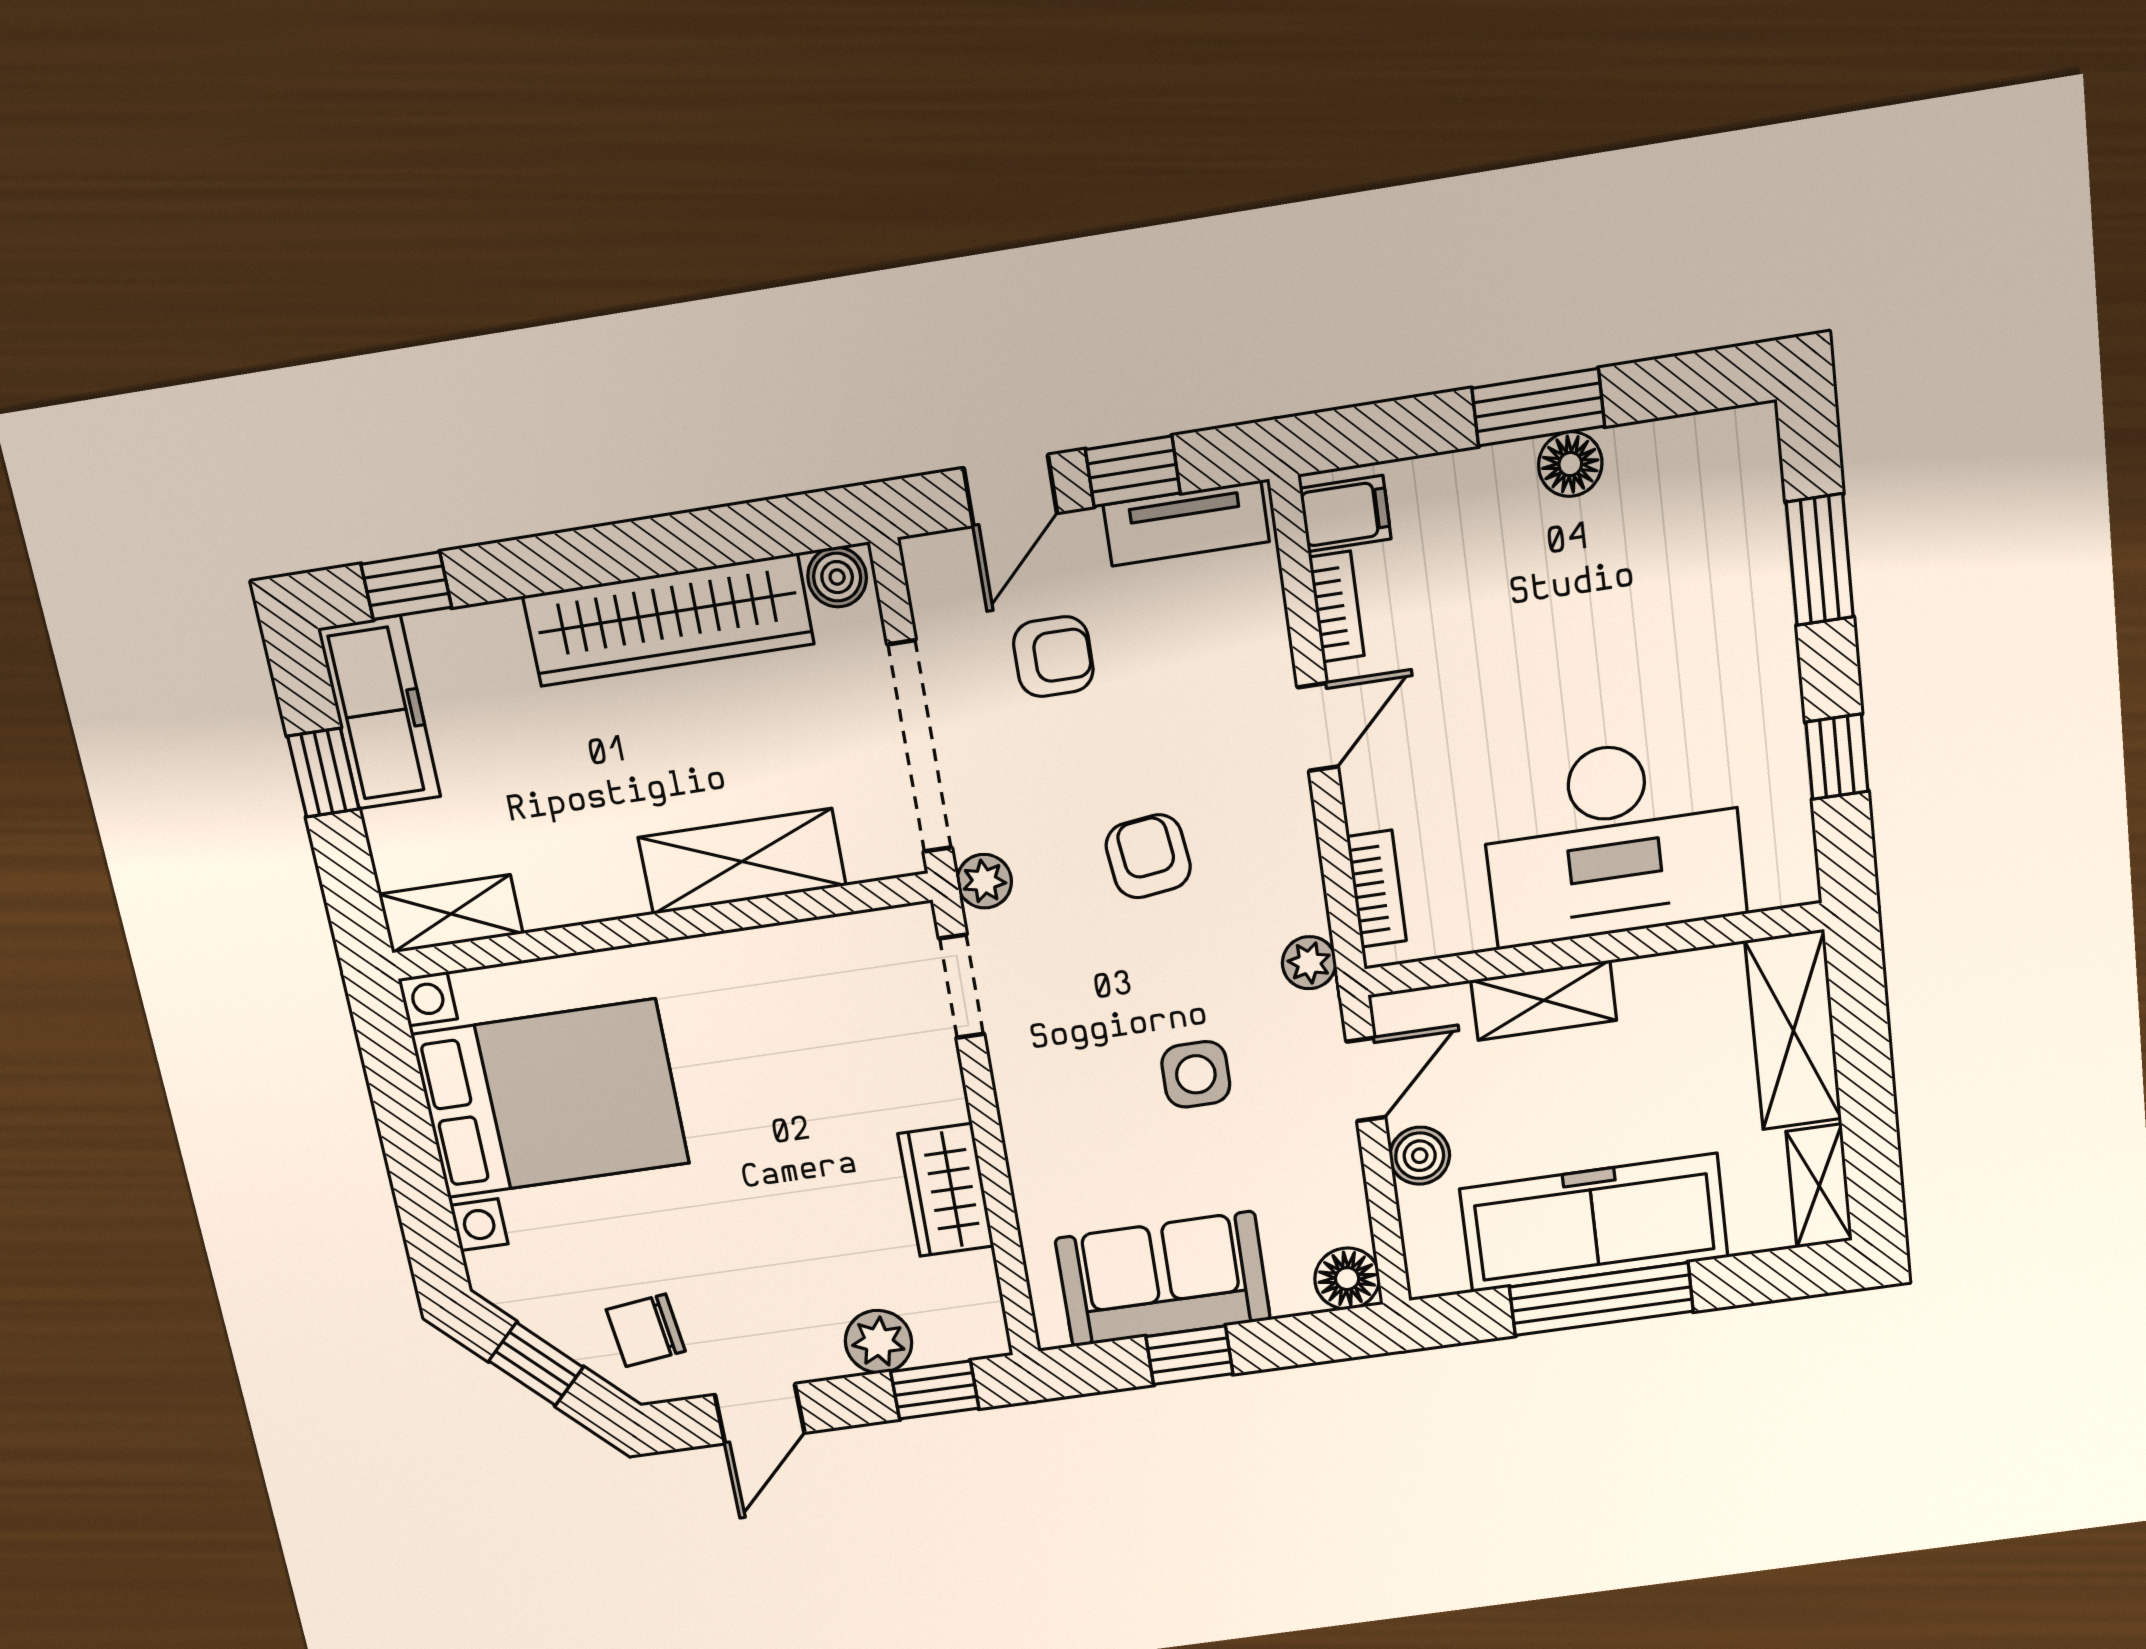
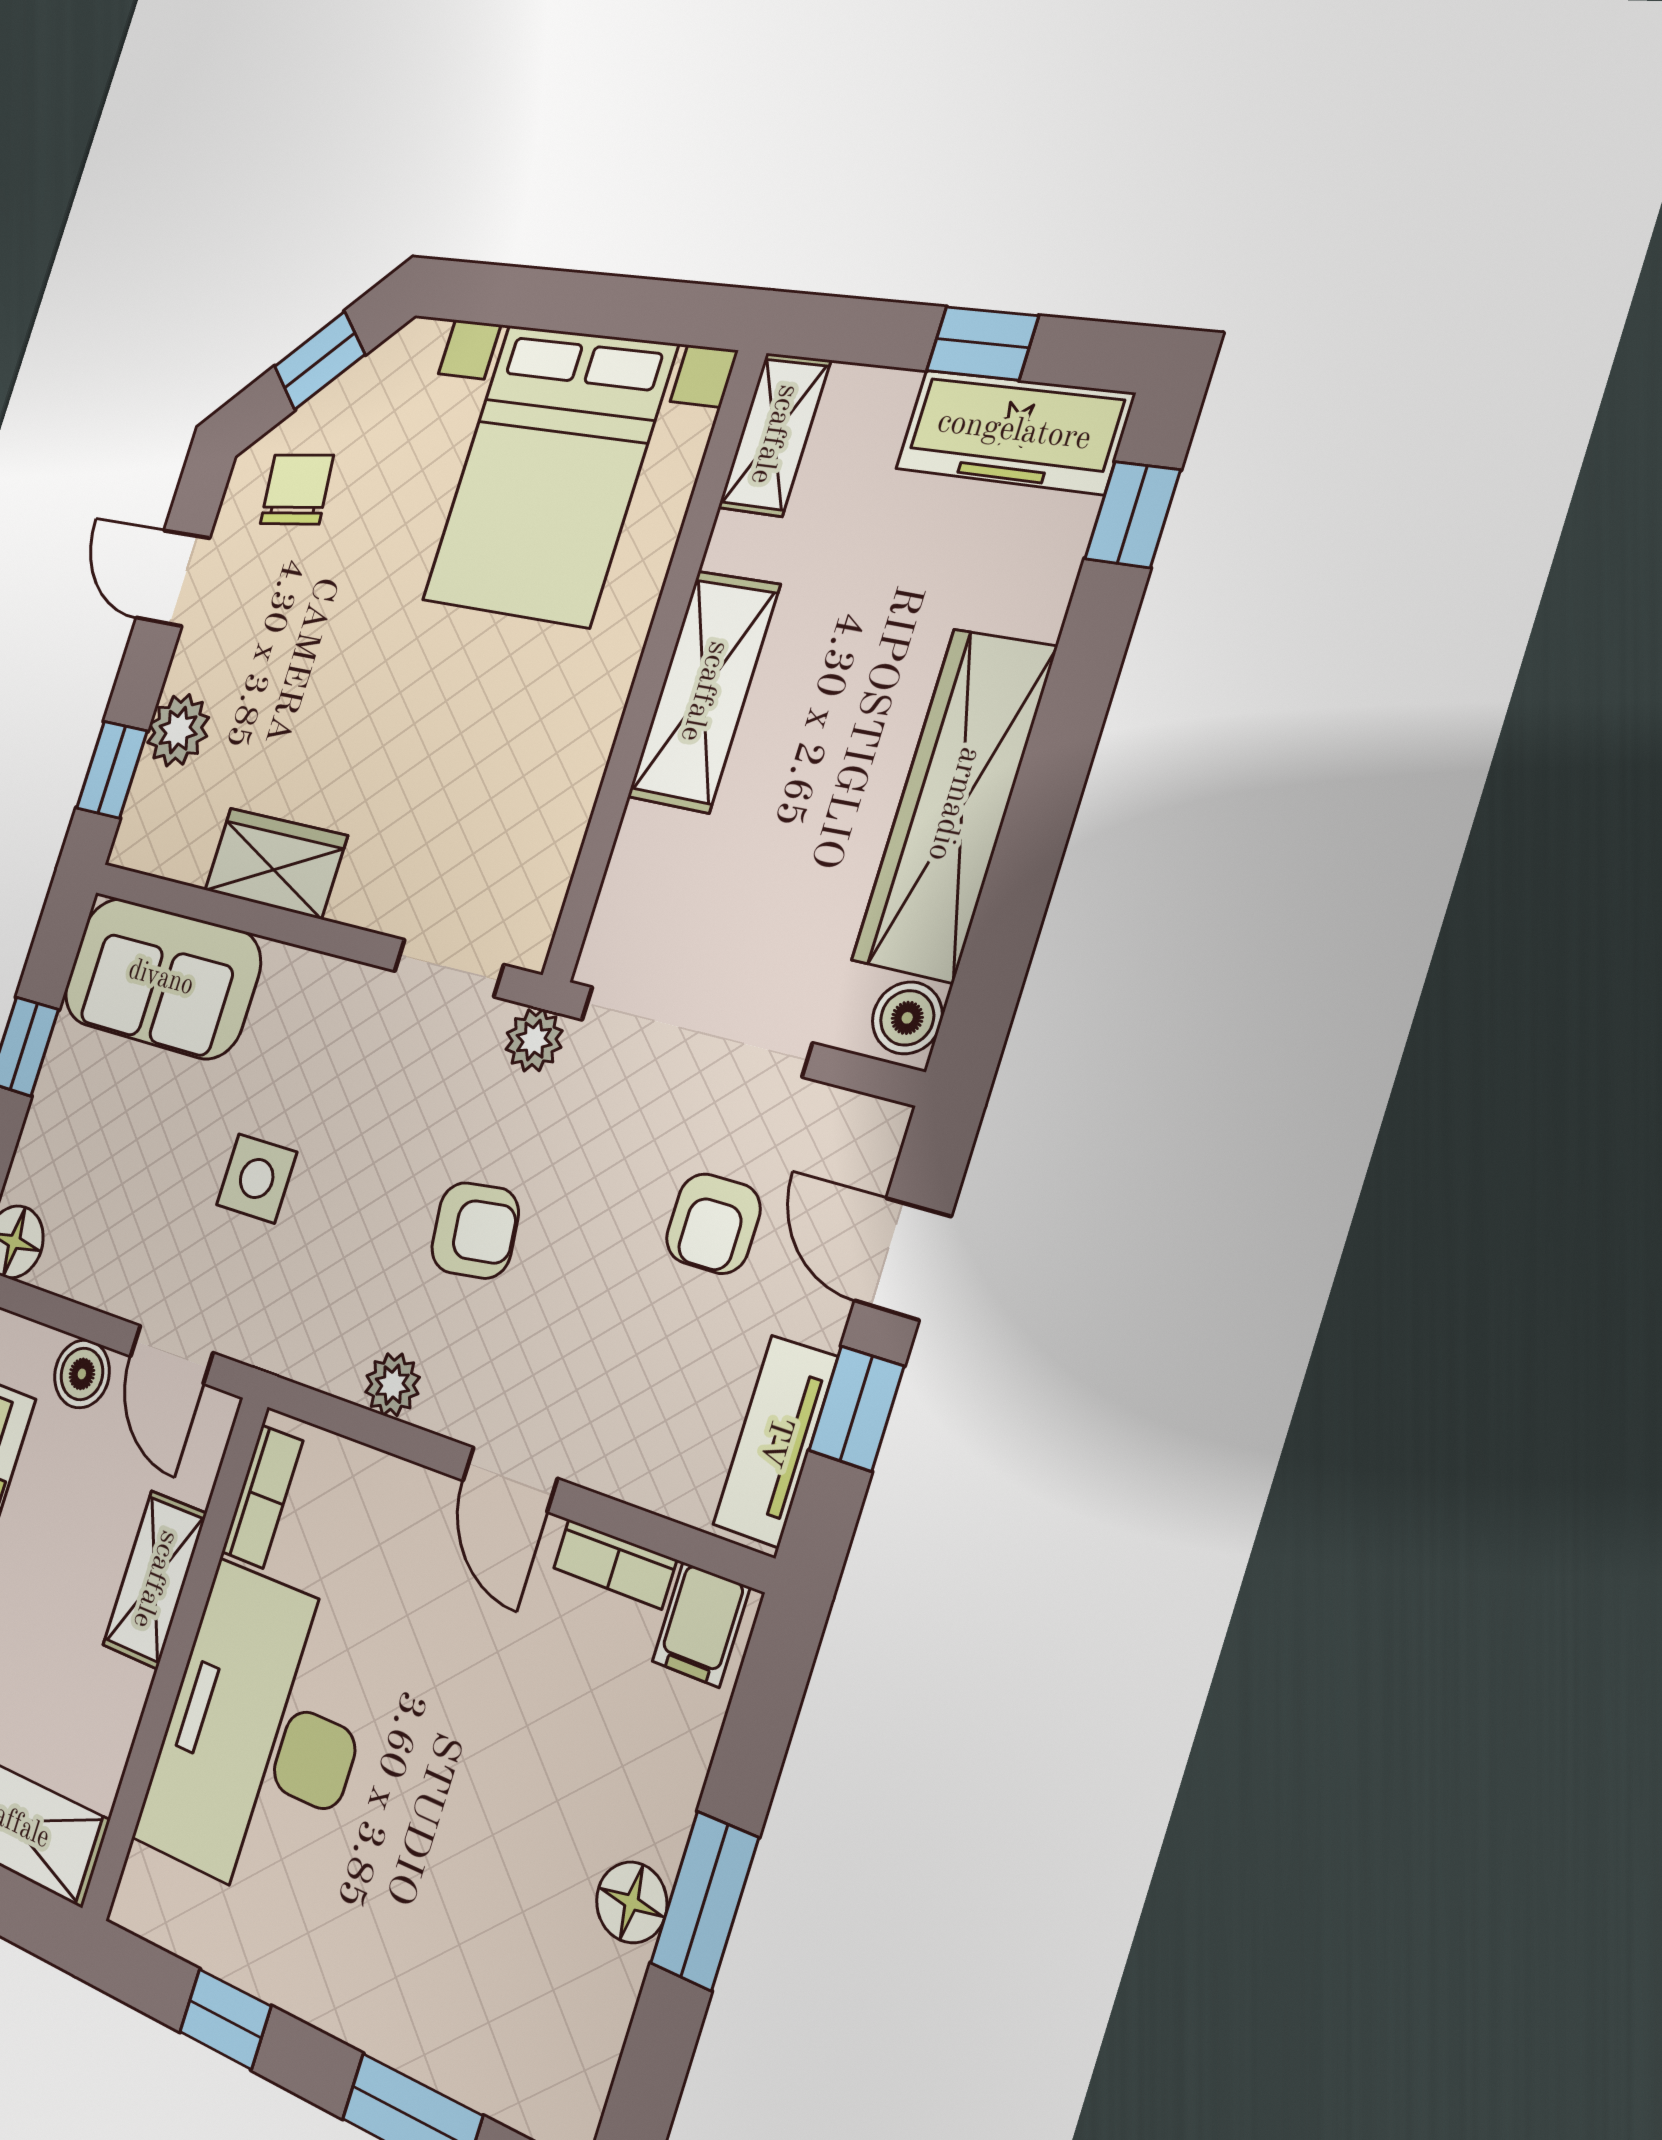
shelving: (742, 862) -> (704, 691), moved
bookcase: (1377, 889) -> (262, 1496), moved, turned -90
plant: (1309, 963) -> (392, 1385), moved
sofa: (1163, 1279) -> (161, 978), moved, turned 90

